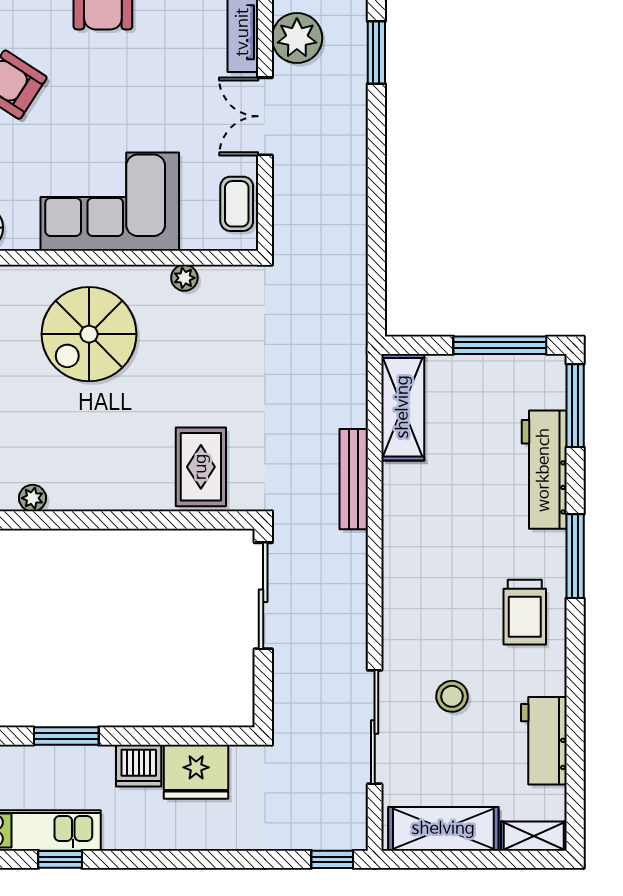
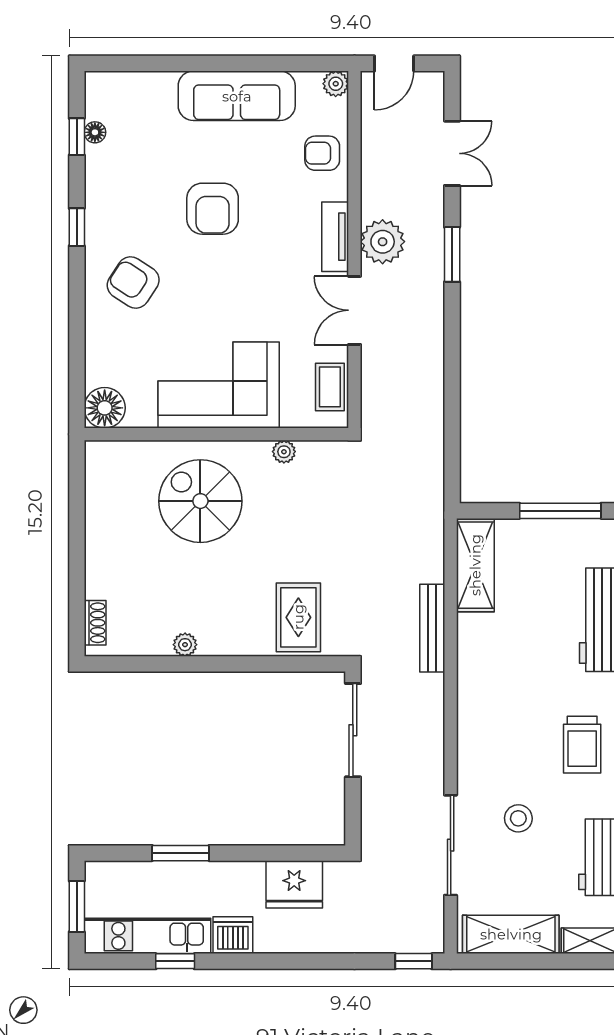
spiral stairs: (89, 334) -> (200, 501), turned 90
plant: (32, 498) -> (185, 645), moved
dishwasher: (139, 766) -> (233, 935), moved, turned 180

